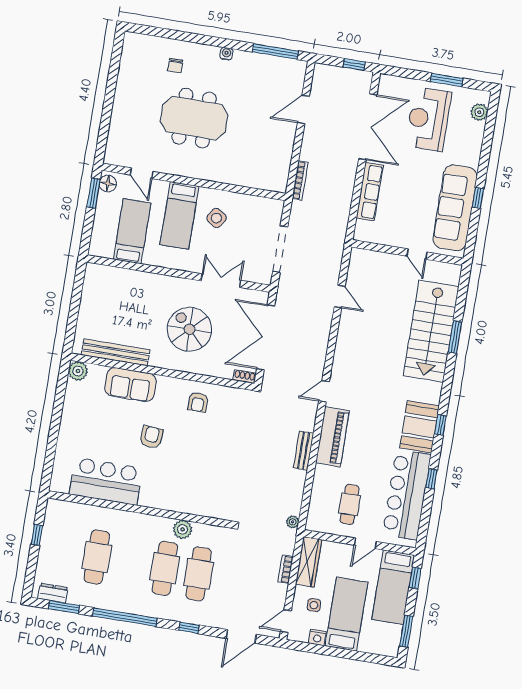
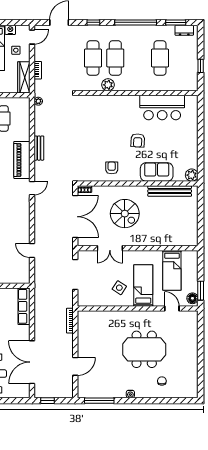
row of seats: (370, 192) -> (24, 306), moved

